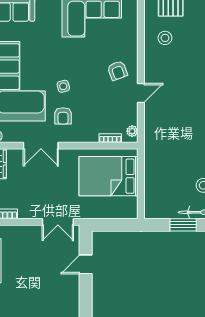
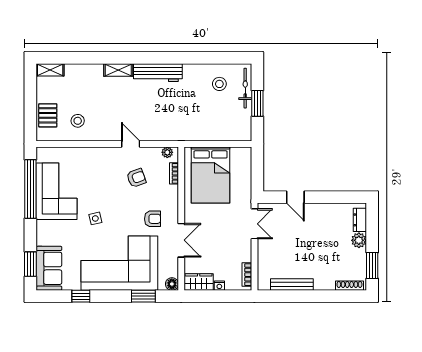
armchair: (117, 71) -> (136, 178), moved
side table: (63, 86) -> (95, 218), moved

